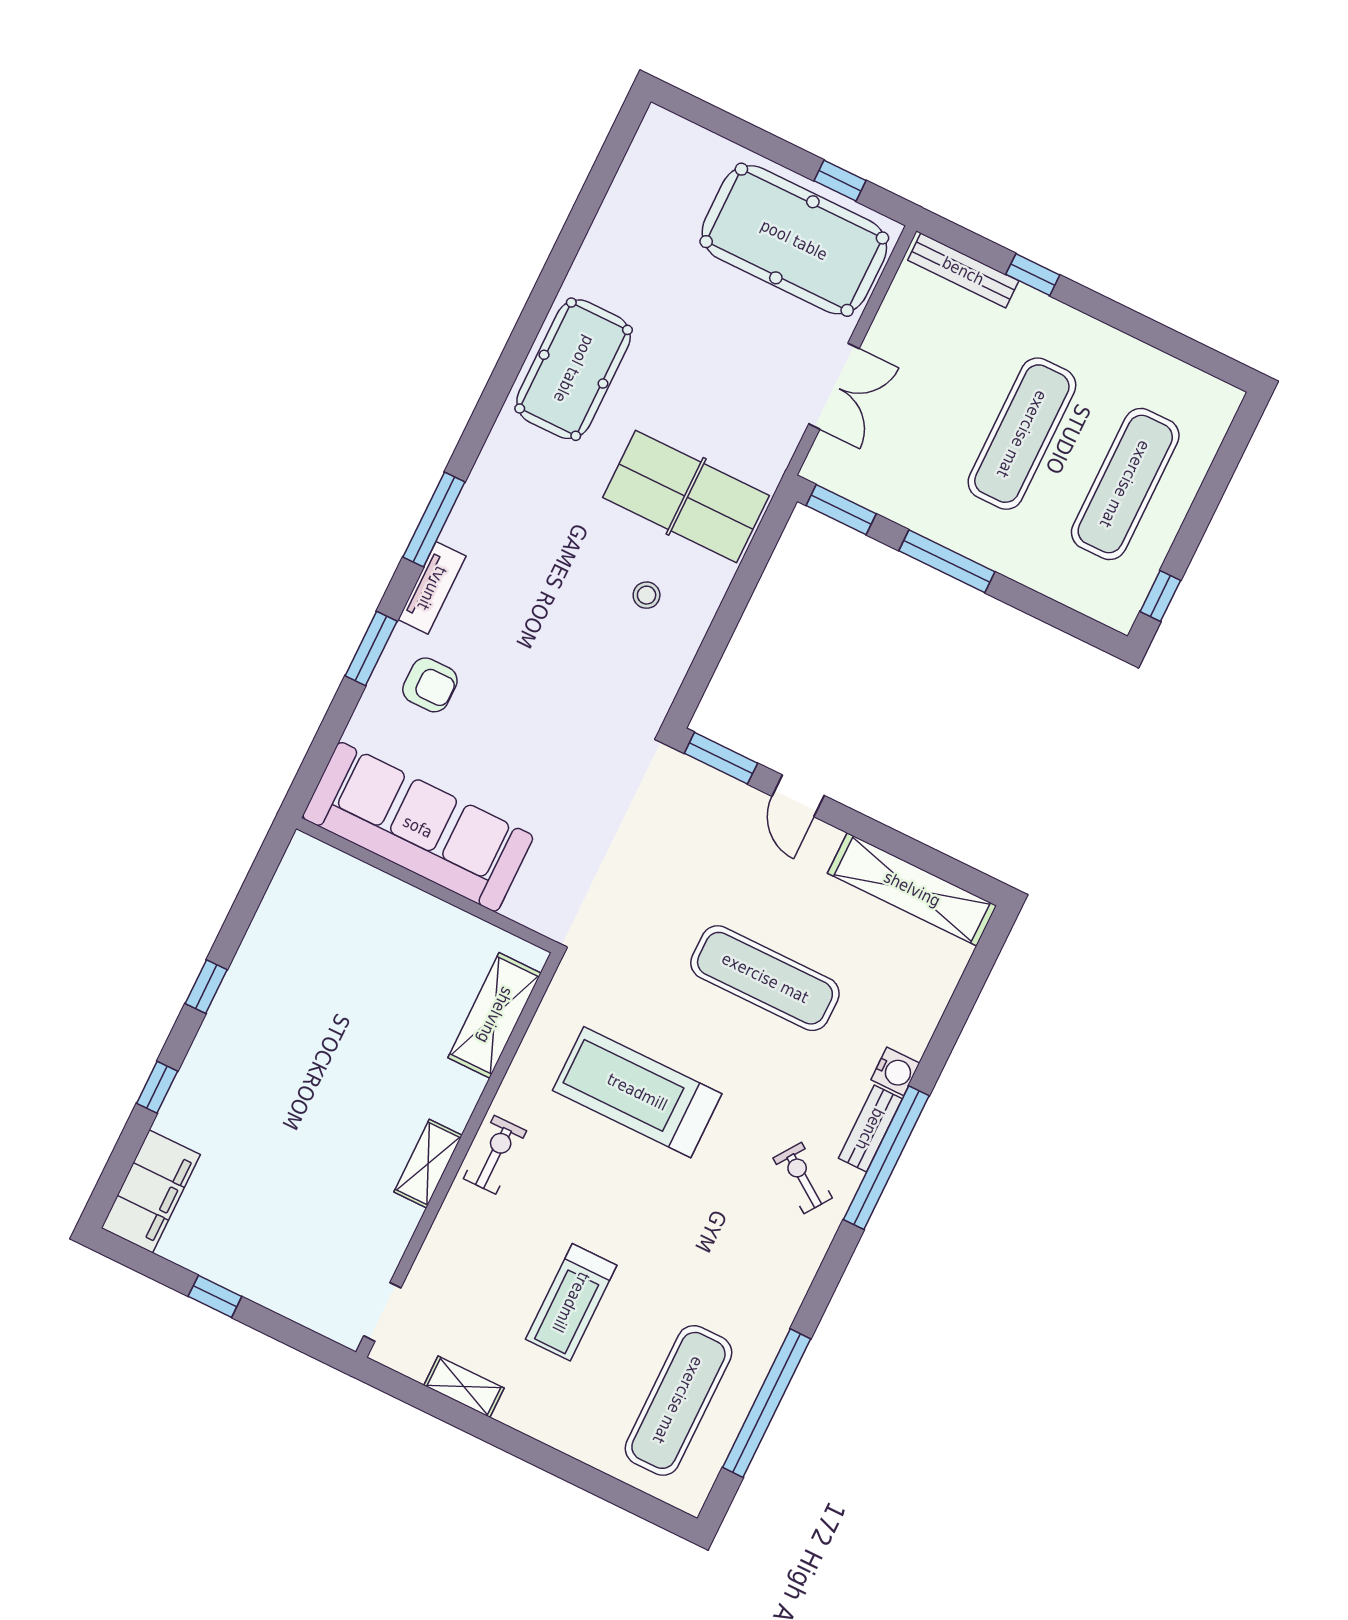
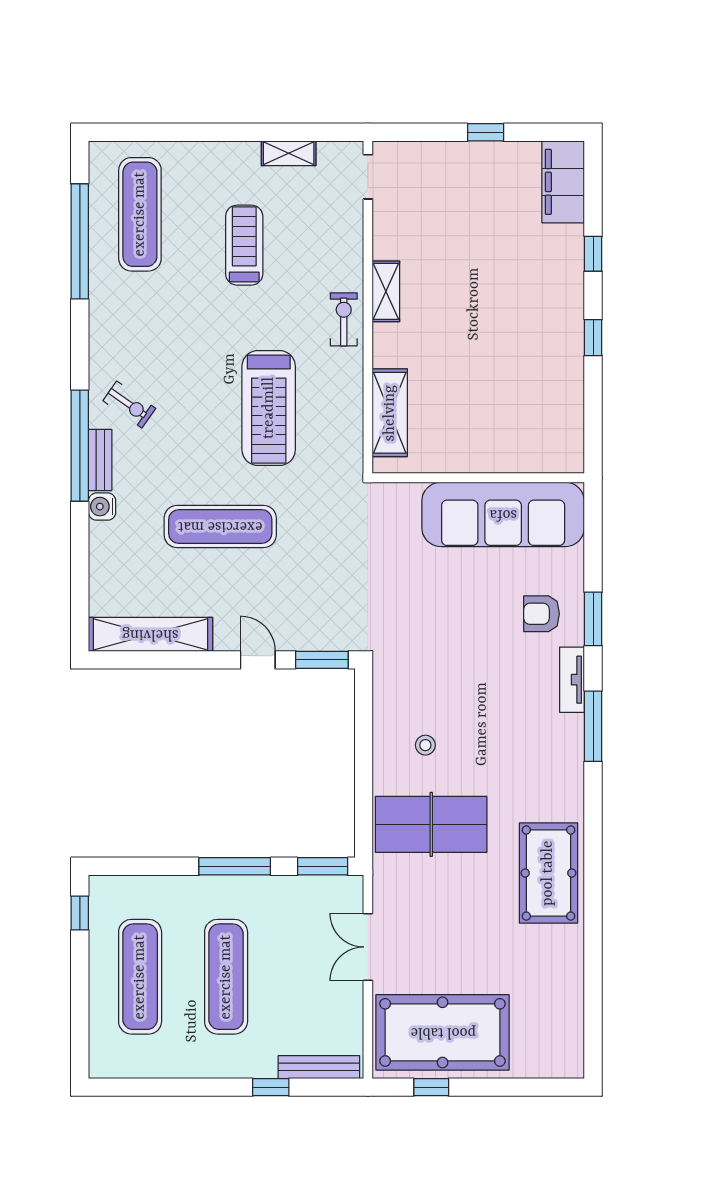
treadmill: (637, 1092) -> (269, 408), turned 90
exercise bike: (495, 1155) -> (344, 319), turned 180

